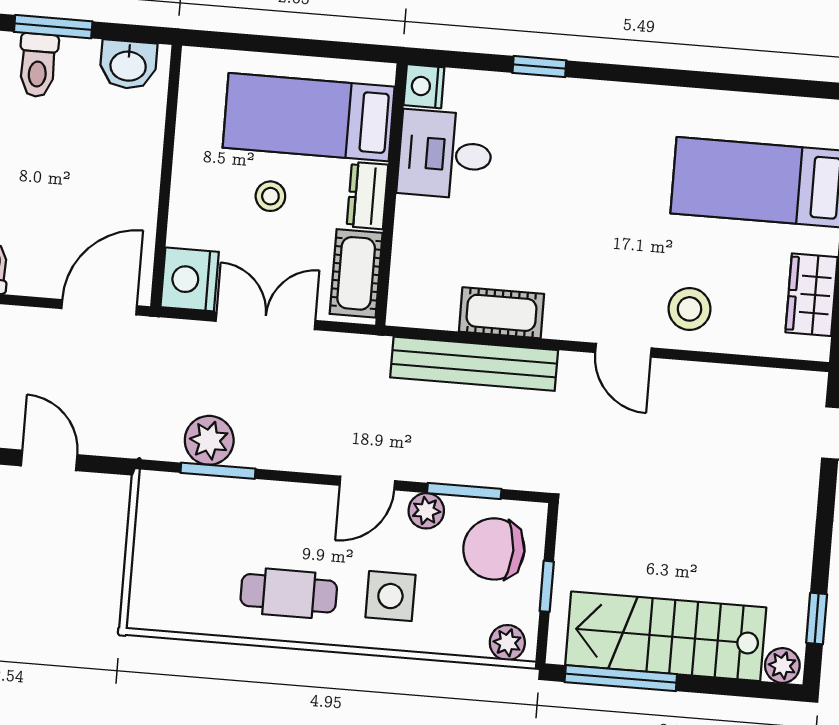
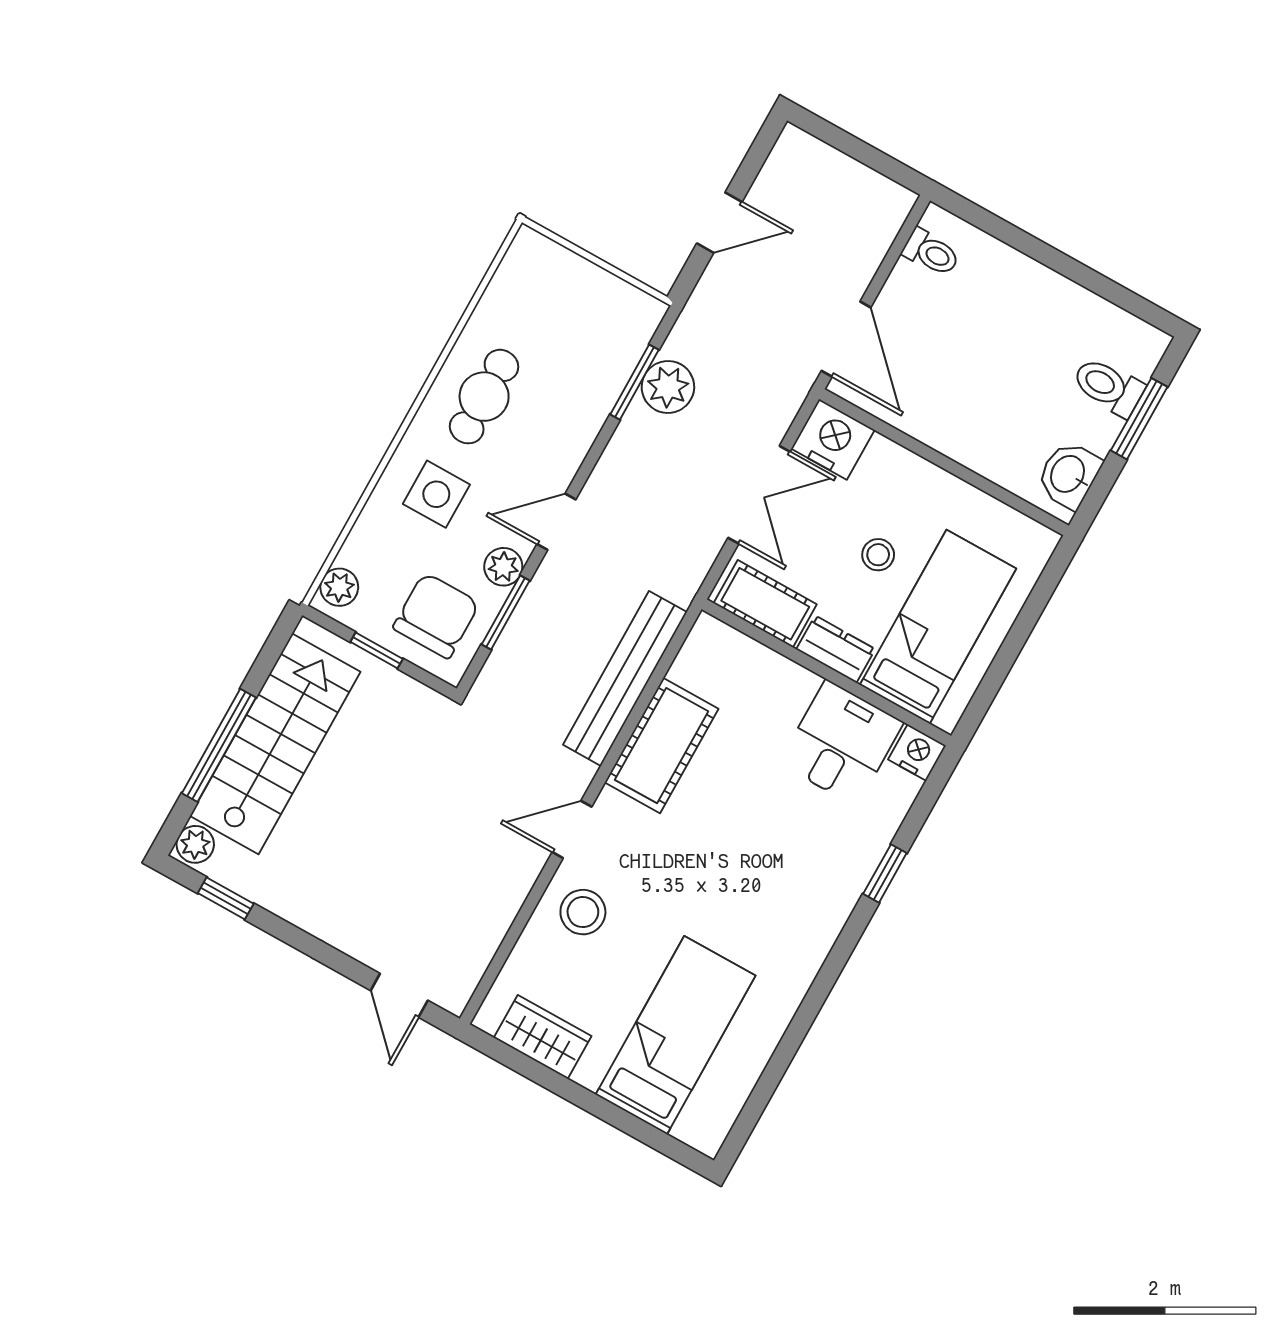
cot: (501, 313) -> (662, 746), width x1.37, depth x1.34
door: (367, 483) -> (556, 522), hinge flipped
window: (621, 678) -> (219, 745), moved

